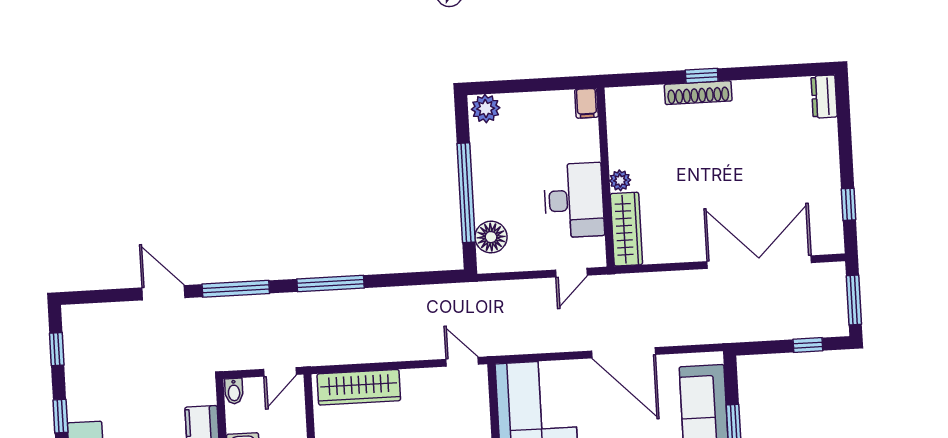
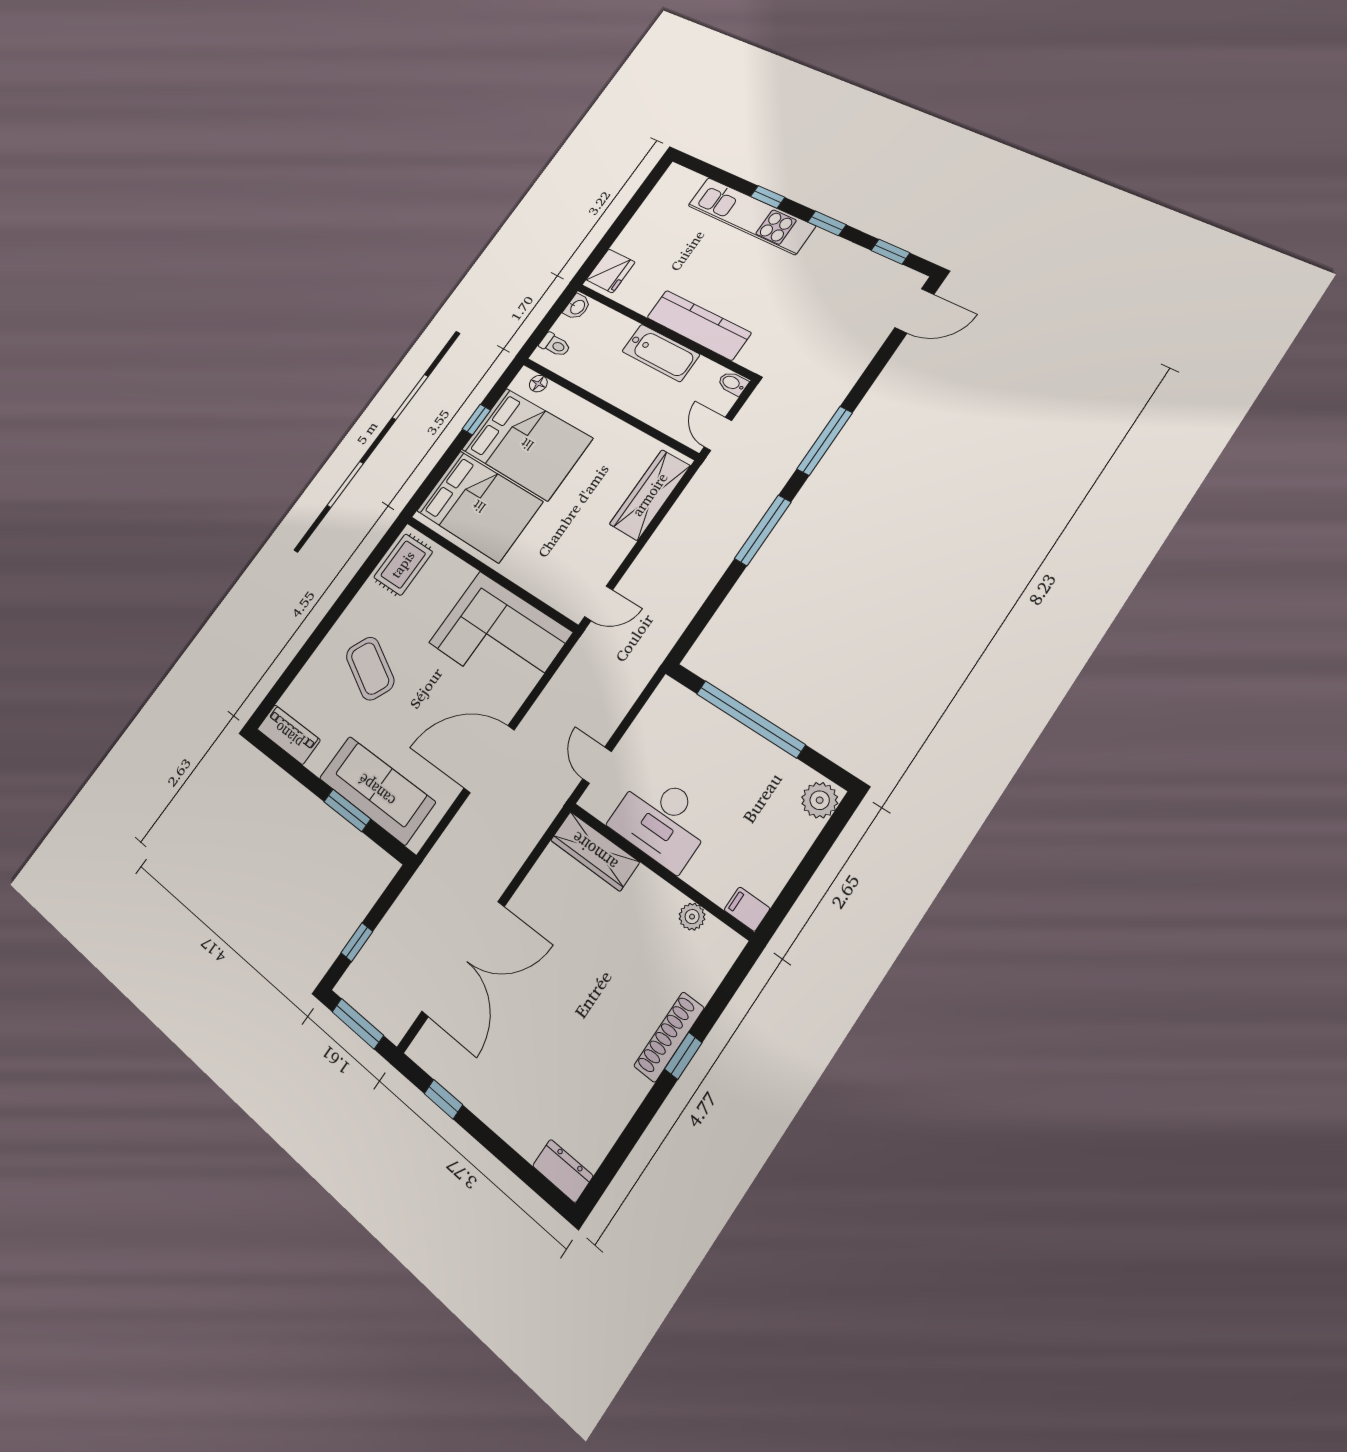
plant: (620, 180) -> (692, 917), moved
floor lamp: (491, 237) -> (689, 712), removed
door: (163, 293) -> (914, 311), moved

